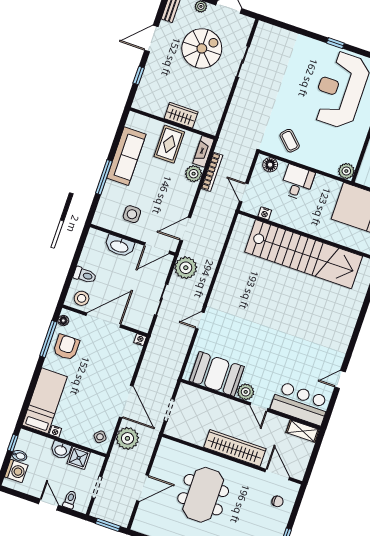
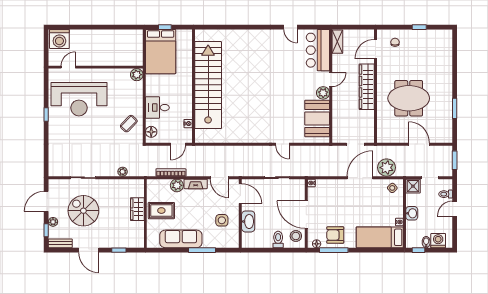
fireplace: (203, 151) -> (196, 184), moved
plant: (186, 268) -> (123, 172), moved, width x0.53, depth x0.53
shower: (79, 458) -> (413, 186), moved

